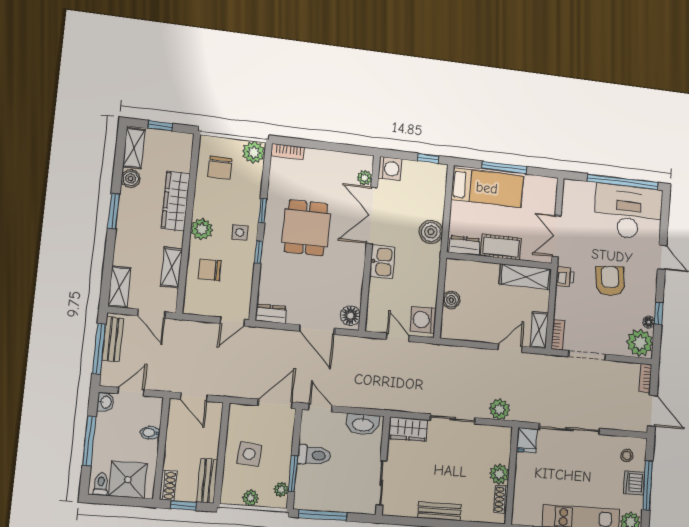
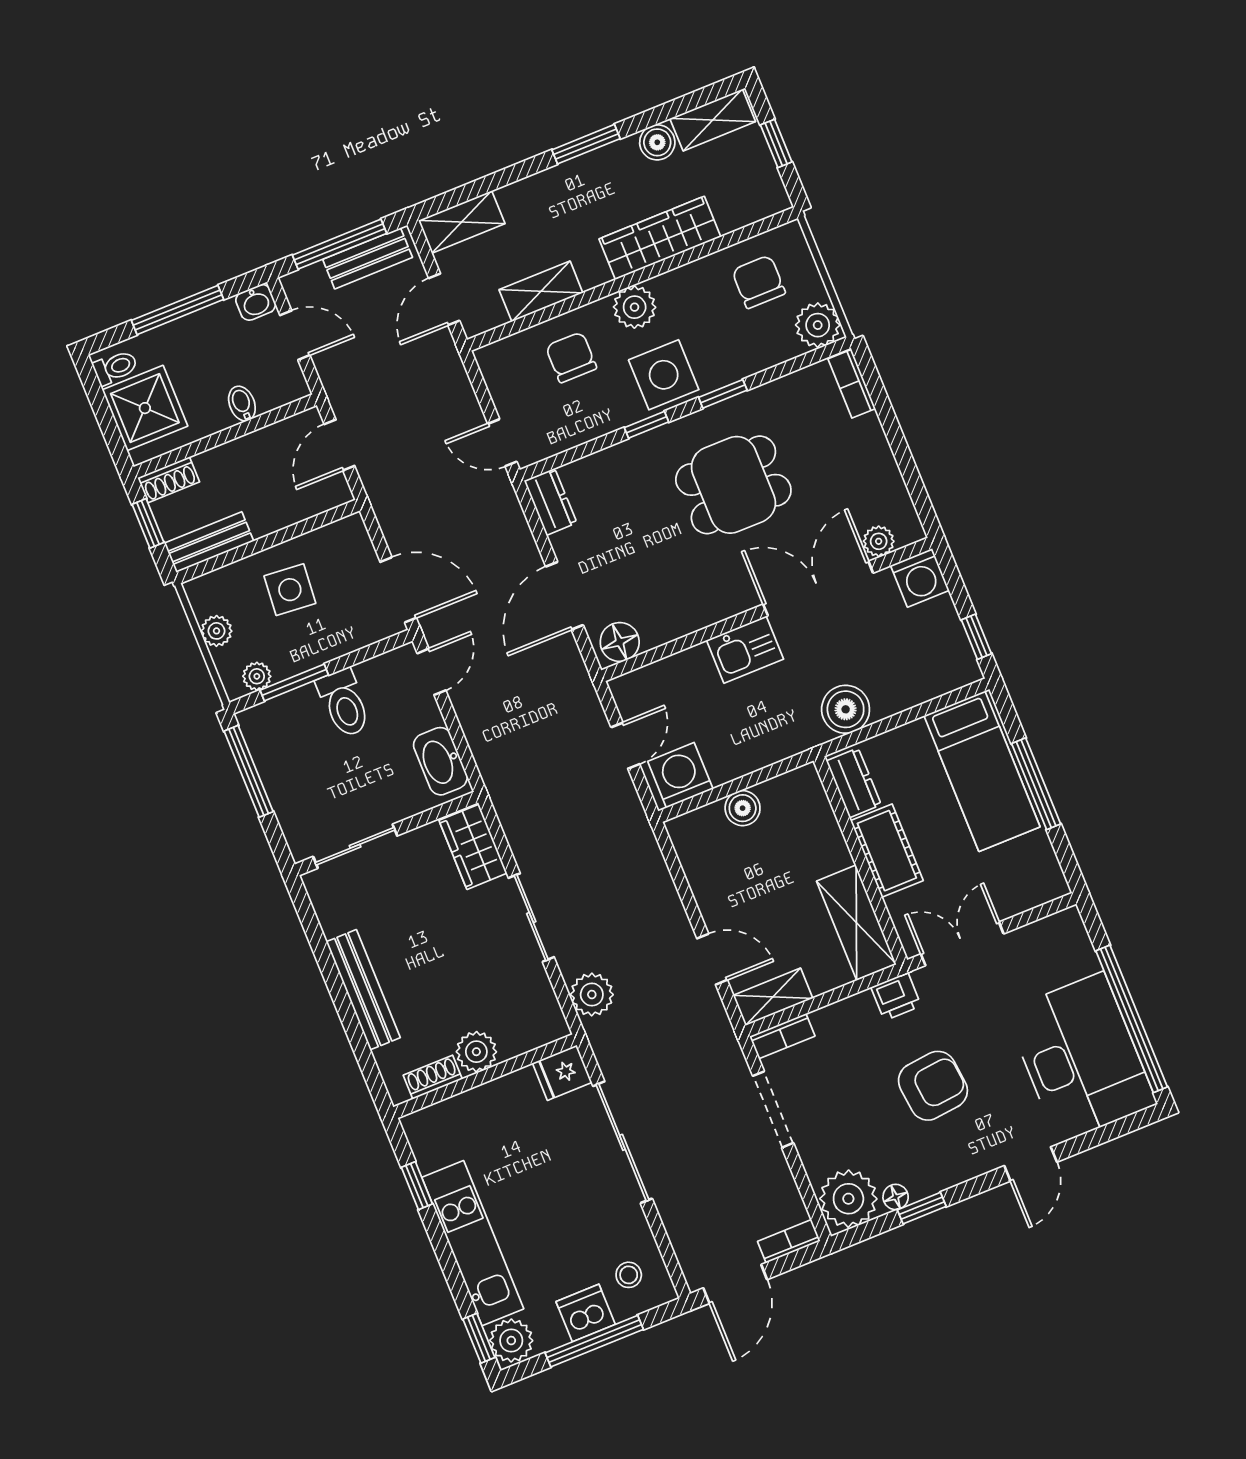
chair: (220, 168) -> (759, 282), turned 90
side table: (240, 232) -> (664, 375), width x1.87, depth x1.87
bench: (439, 511) -> (363, 990), width x1.36

